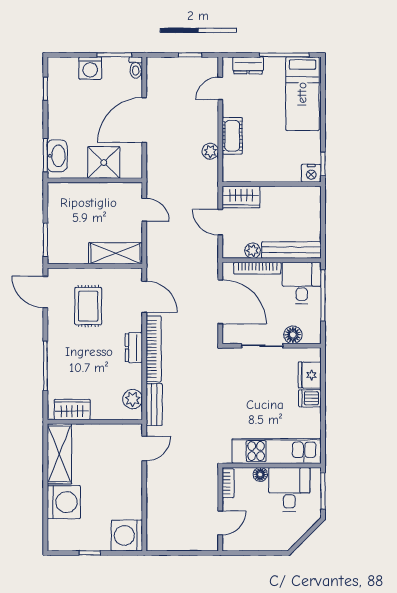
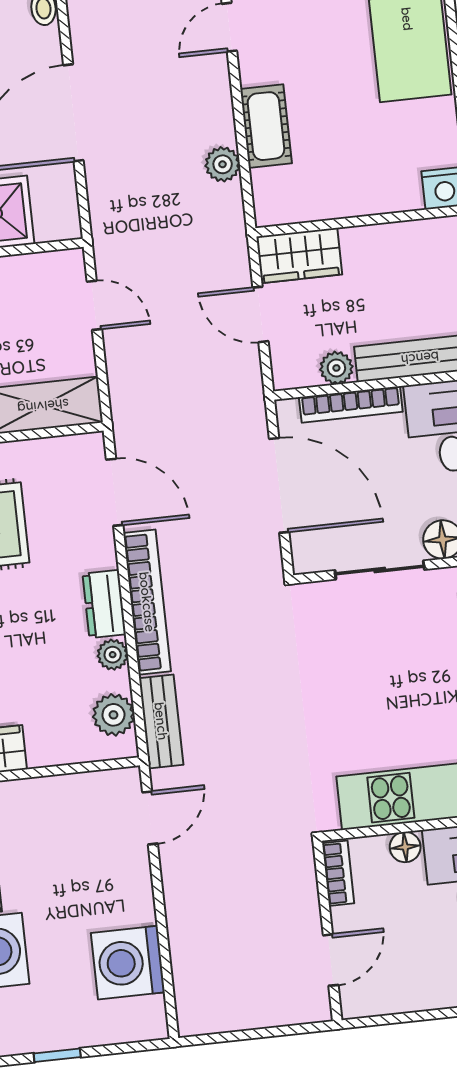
plant: (135, 371) -> (113, 655), added
washing machine: (127, 536) -> (128, 963), moved

